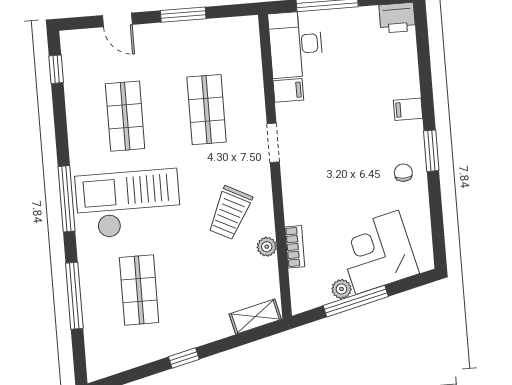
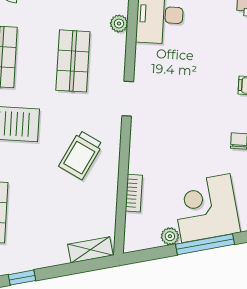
filing cabinet: (288, 90) -> (148, 54), removed
plant: (267, 247) -> (119, 24), moved
window: (356, 301) -> (205, 244), moved

